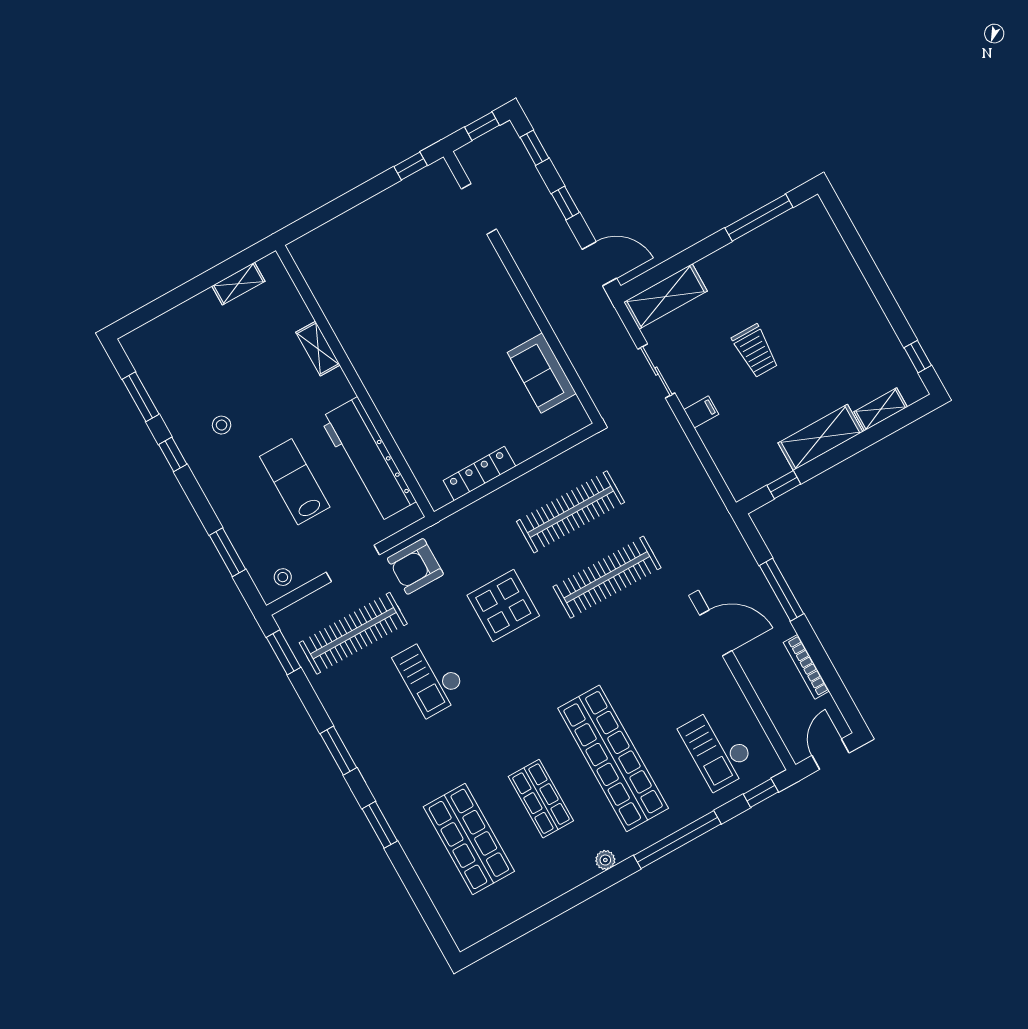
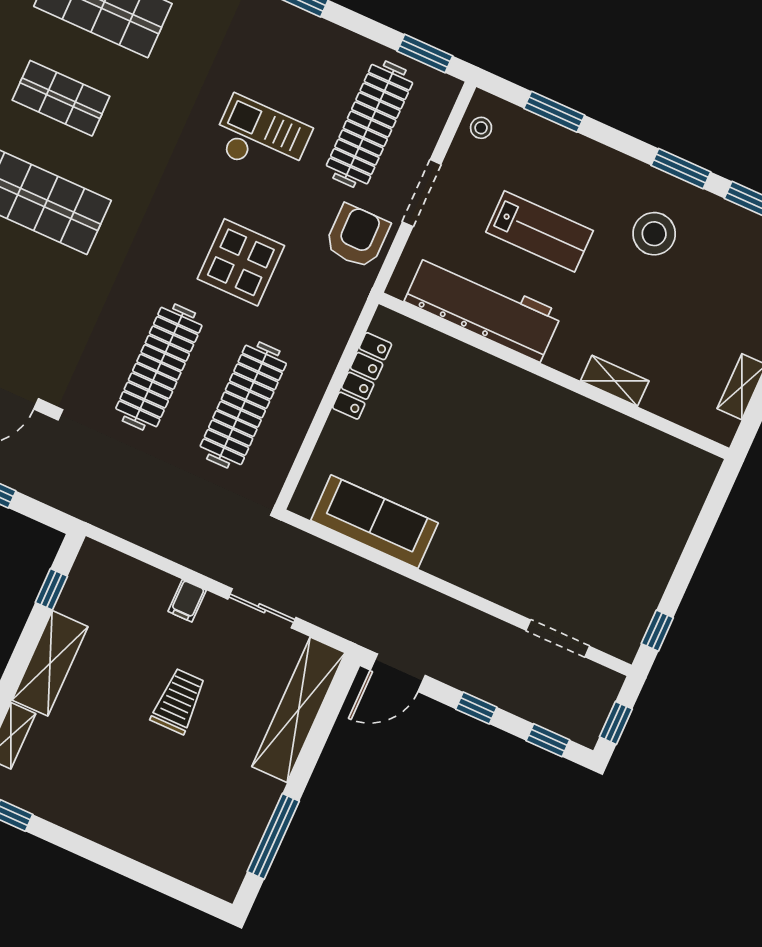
shelving: (665, 297) -> (299, 710), width x1.47
trolley: (755, 351) -> (178, 701), turned 90
sofa: (542, 373) -> (374, 522), width x1.36
stool: (222, 425) -> (654, 234), width x1.89, depth x1.89
window: (173, 454) -> (681, 169), width x1.50

